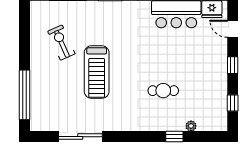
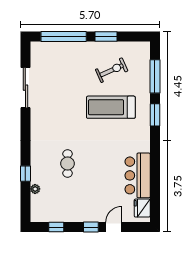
door: (233, 29) -> (114, 227), moved
window: (25, 49) -> (106, 36), added
treadmill: (97, 72) -> (111, 107), moved

